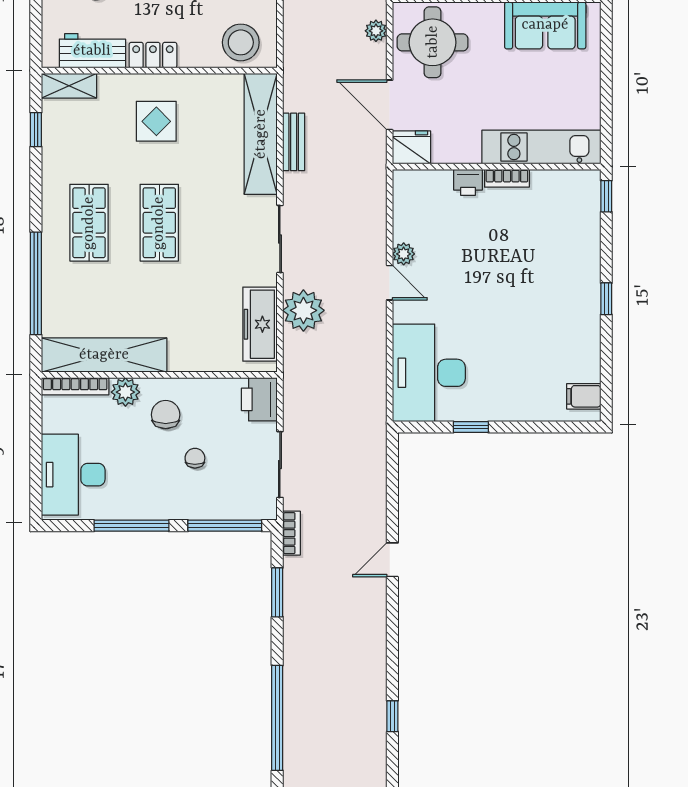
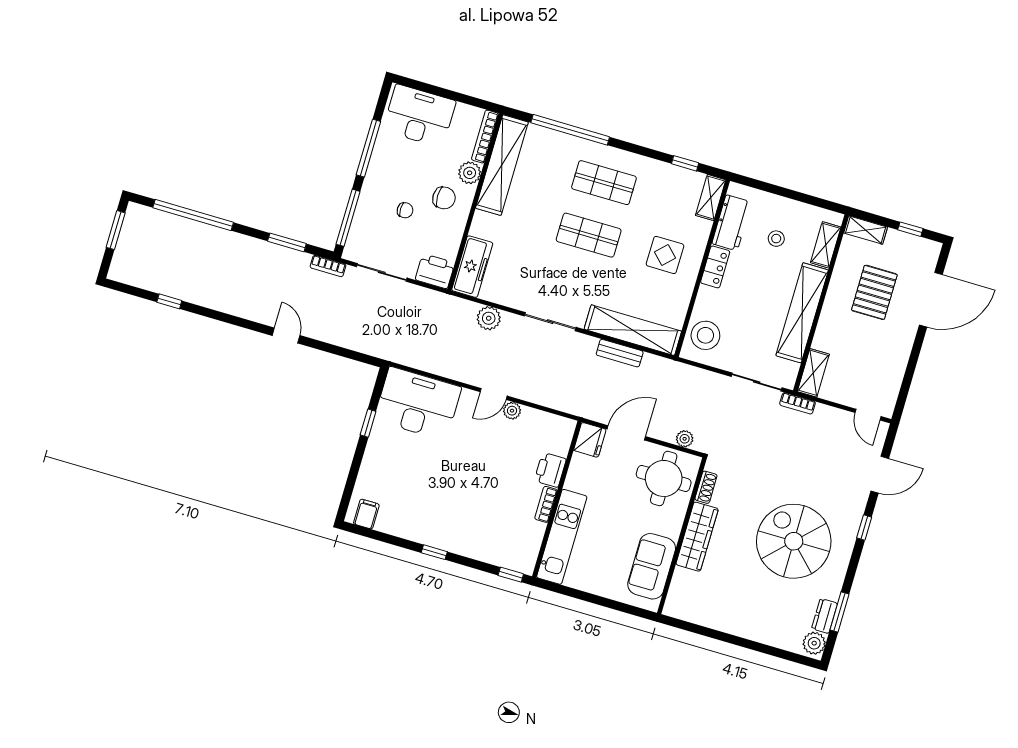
printer: (468, 182) -> (550, 470), width x1.36, depth x1.24
plant: (303, 310) -> (489, 318), width x0.73, depth x0.73
freezer: (260, 324) -> (472, 267), moved, turned 90

